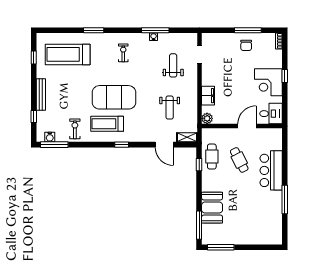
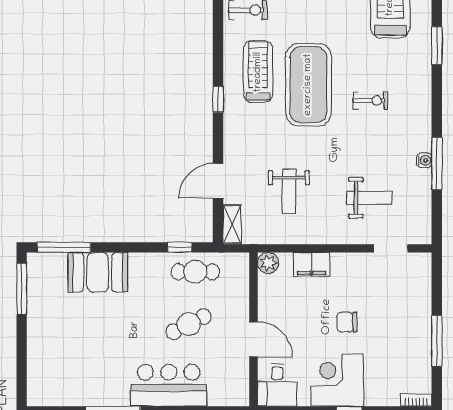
chair: (246, 45) -> (347, 322), moved
exercise bike: (123, 53) -> (371, 101), moved
weight bench: (170, 108) -> (289, 191), turned -90

